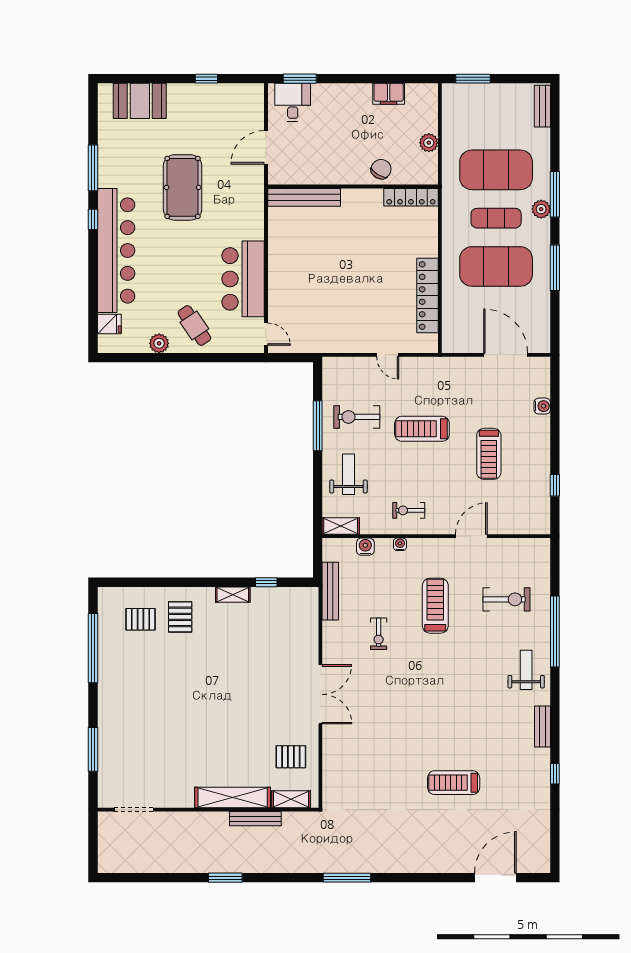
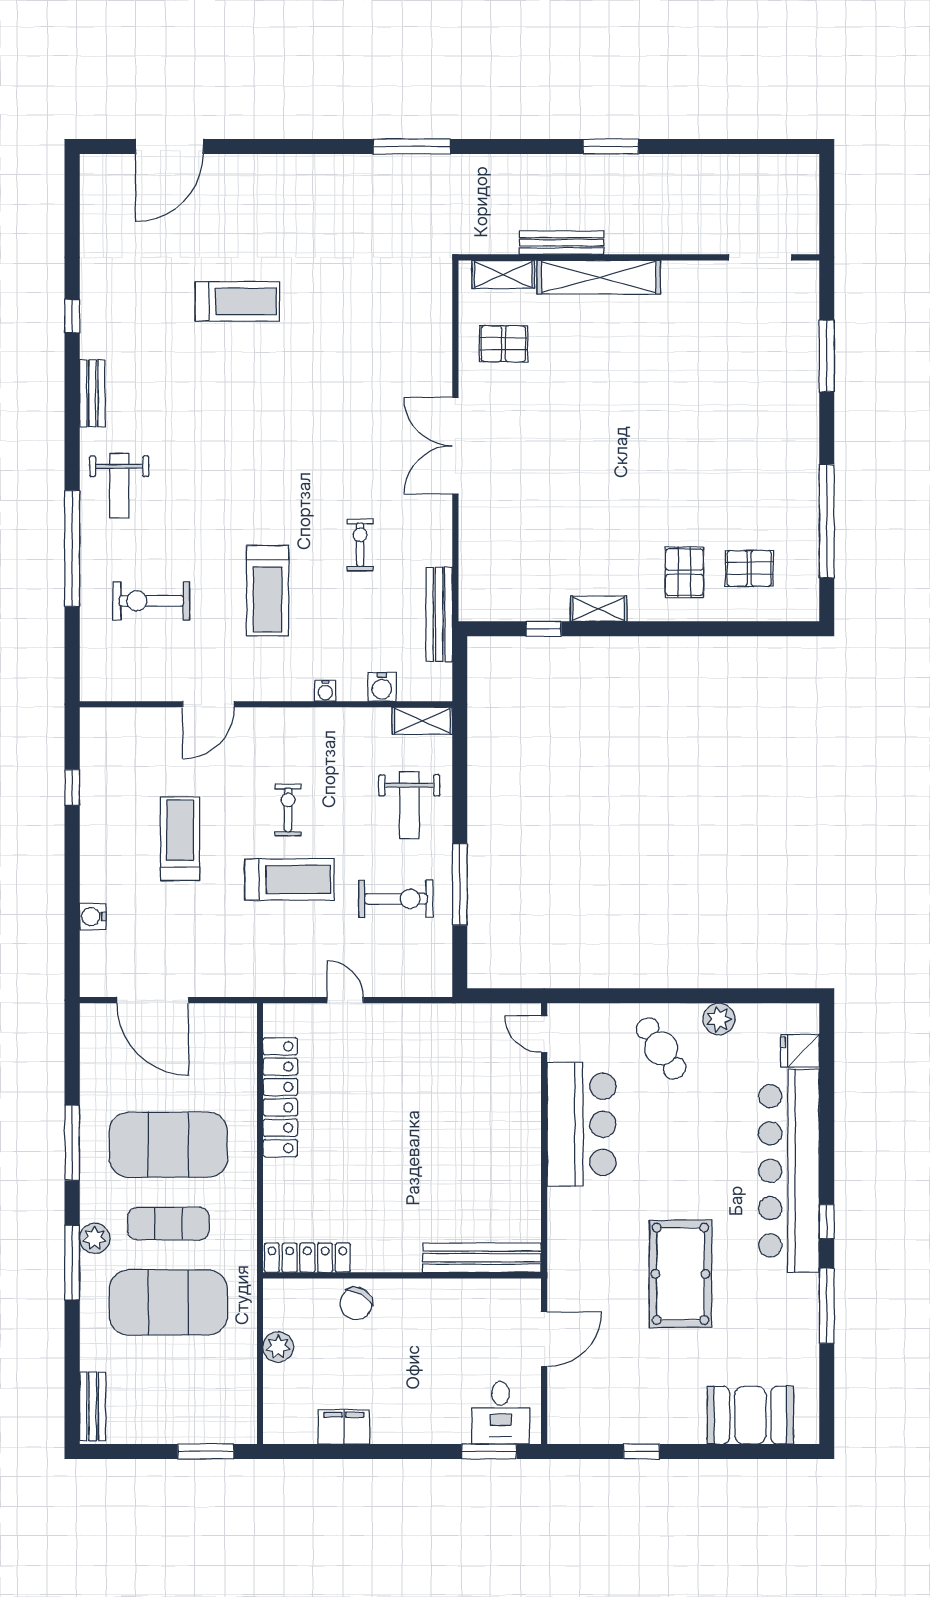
exercise bike: (409, 510) -> (288, 810), moved, turned -90

